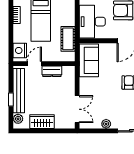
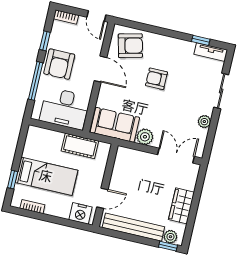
door: (34, 64) -> (102, 198), swing flipped
dresser: (52, 71) -> (118, 177), removed
plant: (85, 84) -> (145, 137), added
window: (11, 99) -> (168, 246), moved

